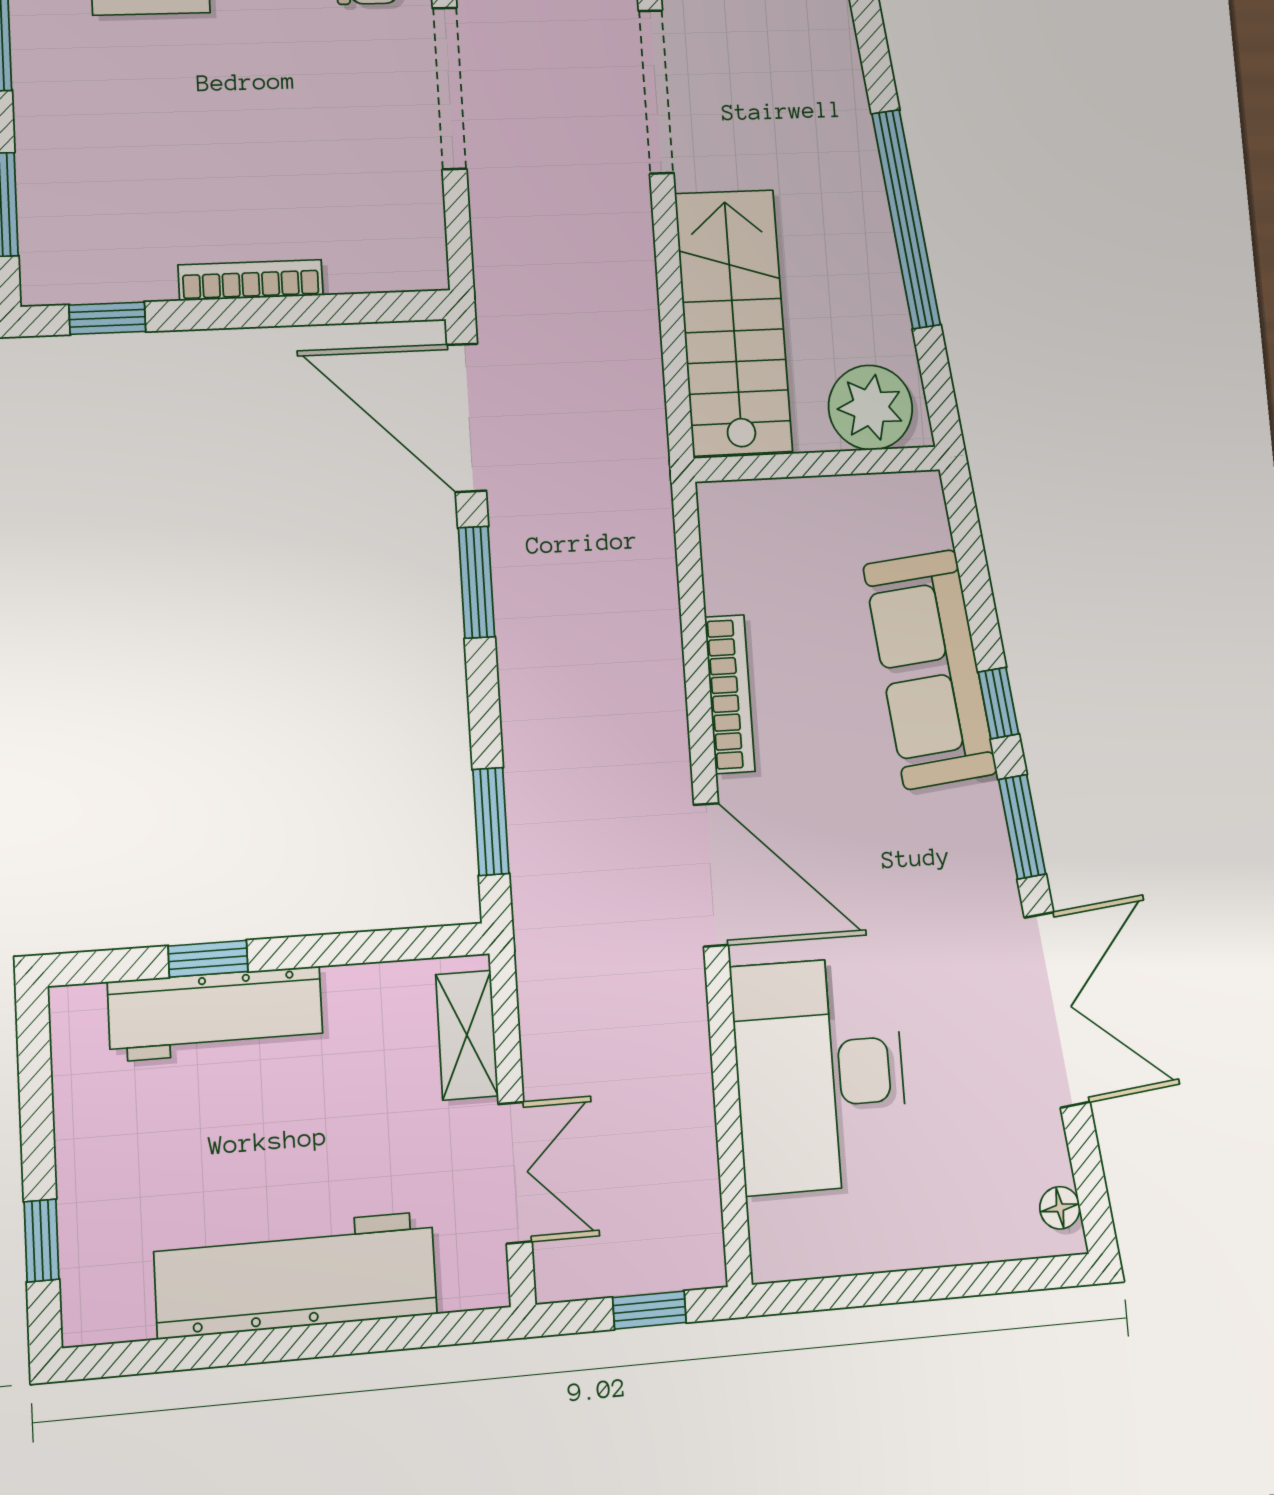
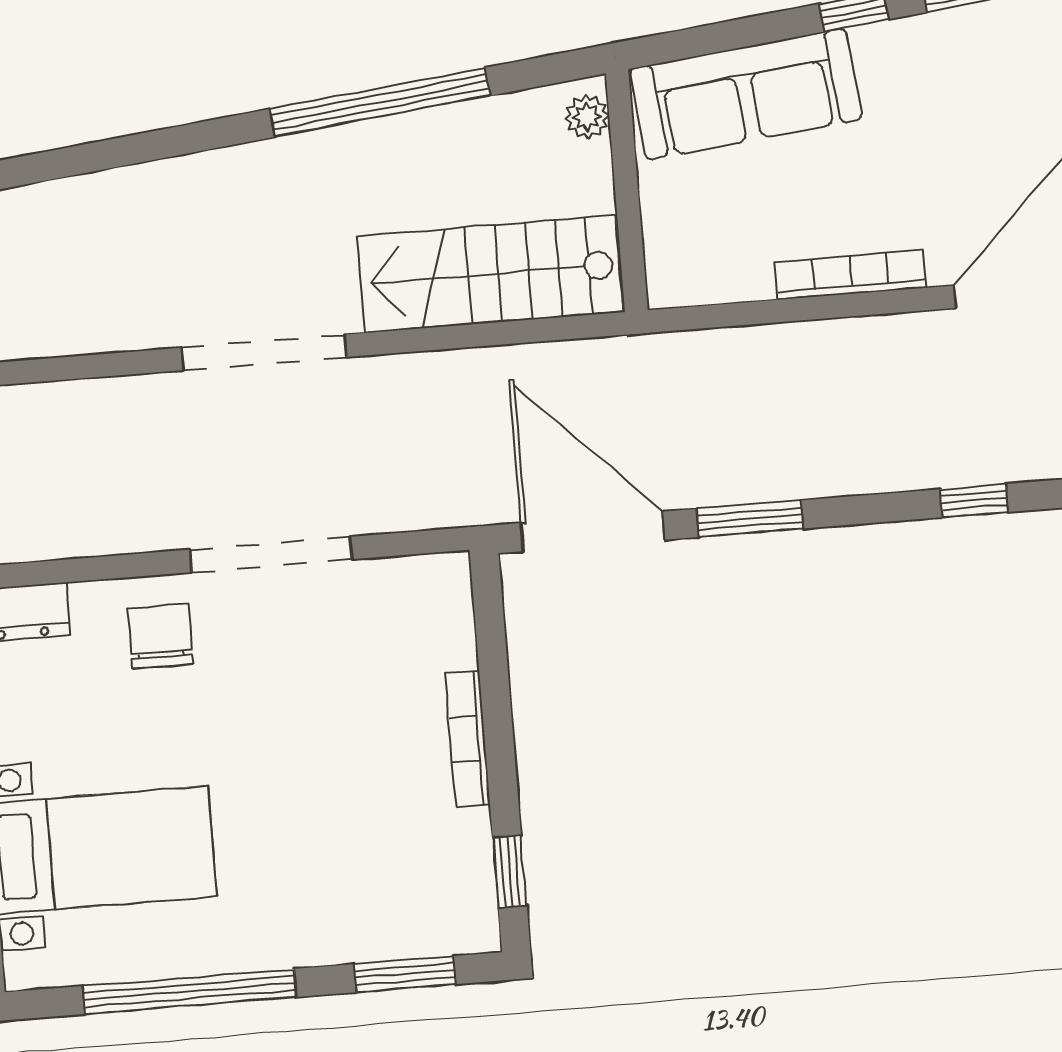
plant: (871, 408) -> (587, 117), width x0.53, depth x0.53
door: (466, 418) -> (593, 531), swing flipped
sofa: (930, 669) -> (746, 94), moved
window: (491, 821) -> (974, 501), width x0.67

